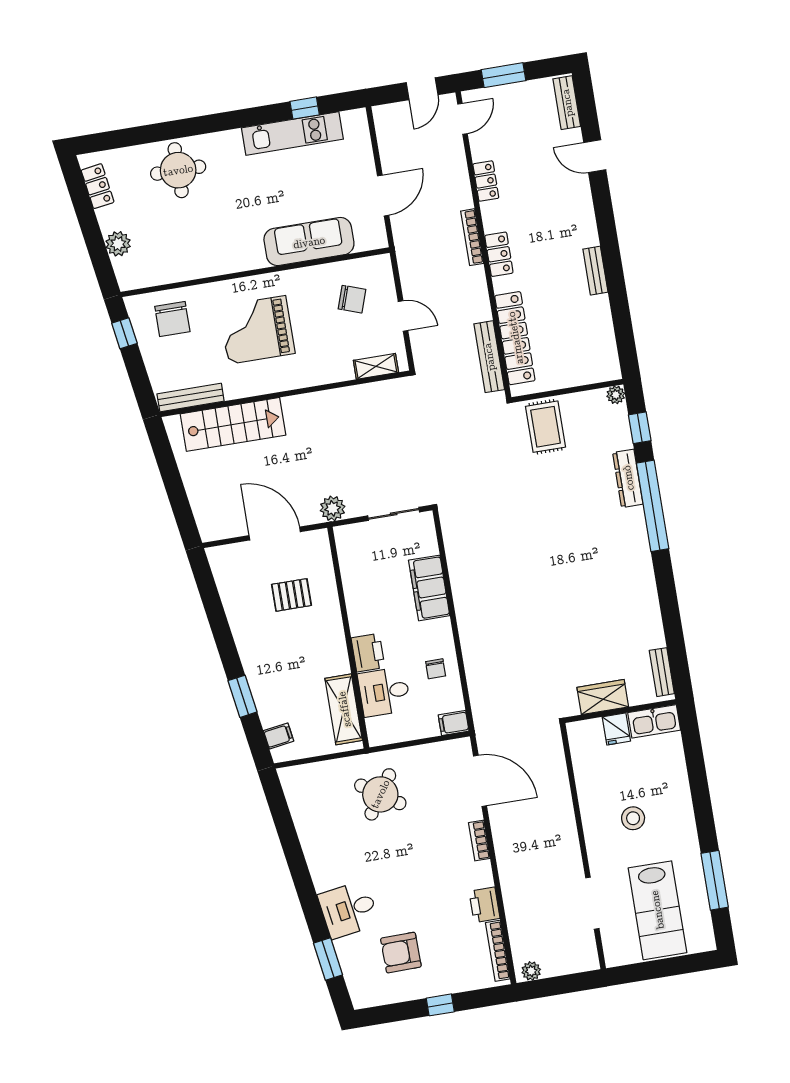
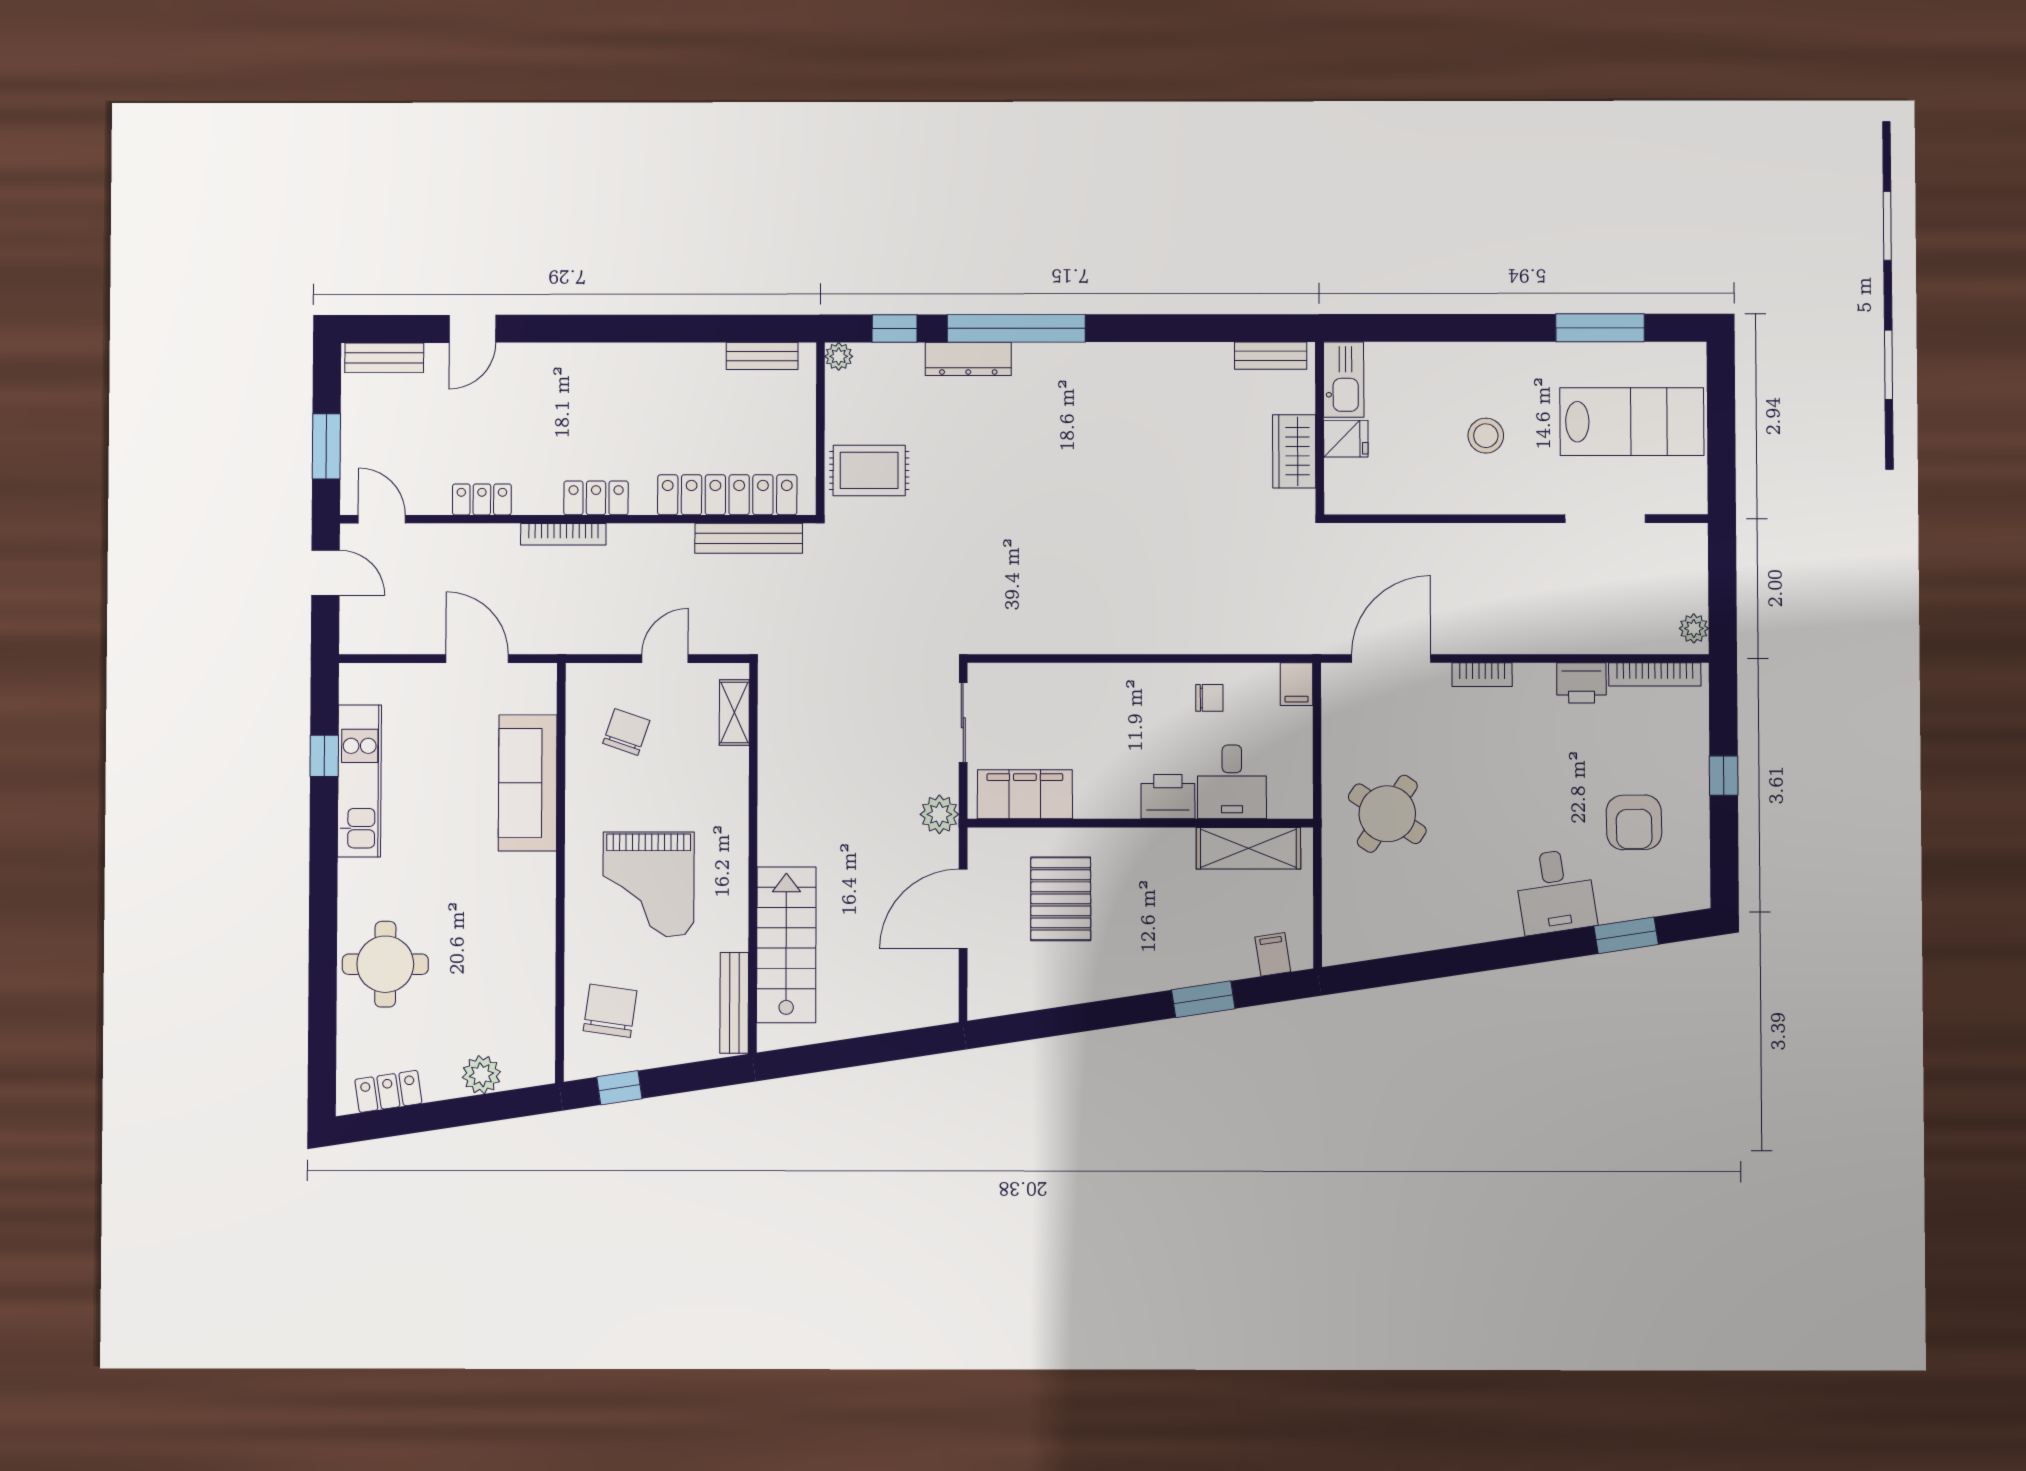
bench: (595, 271) -> (762, 356), moved
chair: (172, 319) -> (610, 1011), turned -82
filing cabinet: (429, 588) -> (1025, 794), moved, turned 180
pallet: (291, 595) -> (1061, 899), width x1.50, depth x1.42

